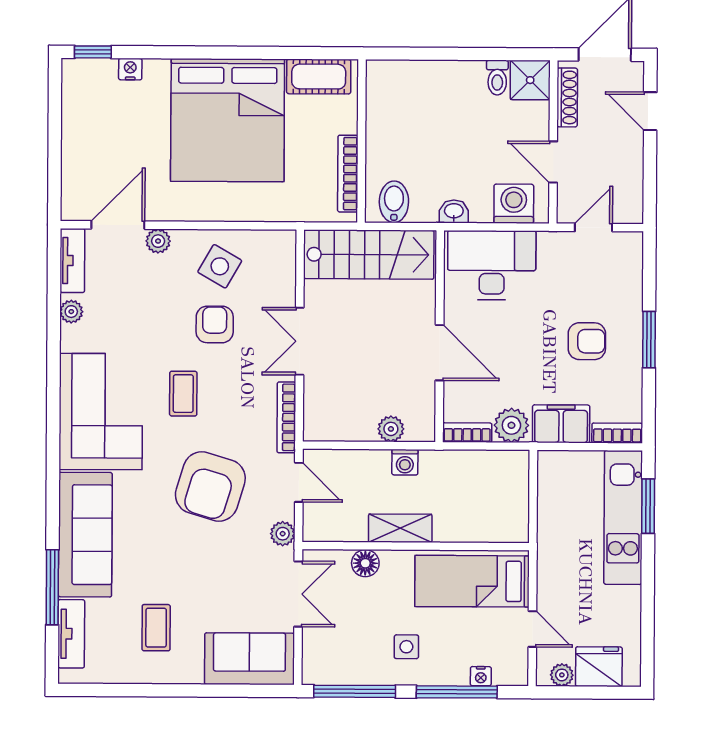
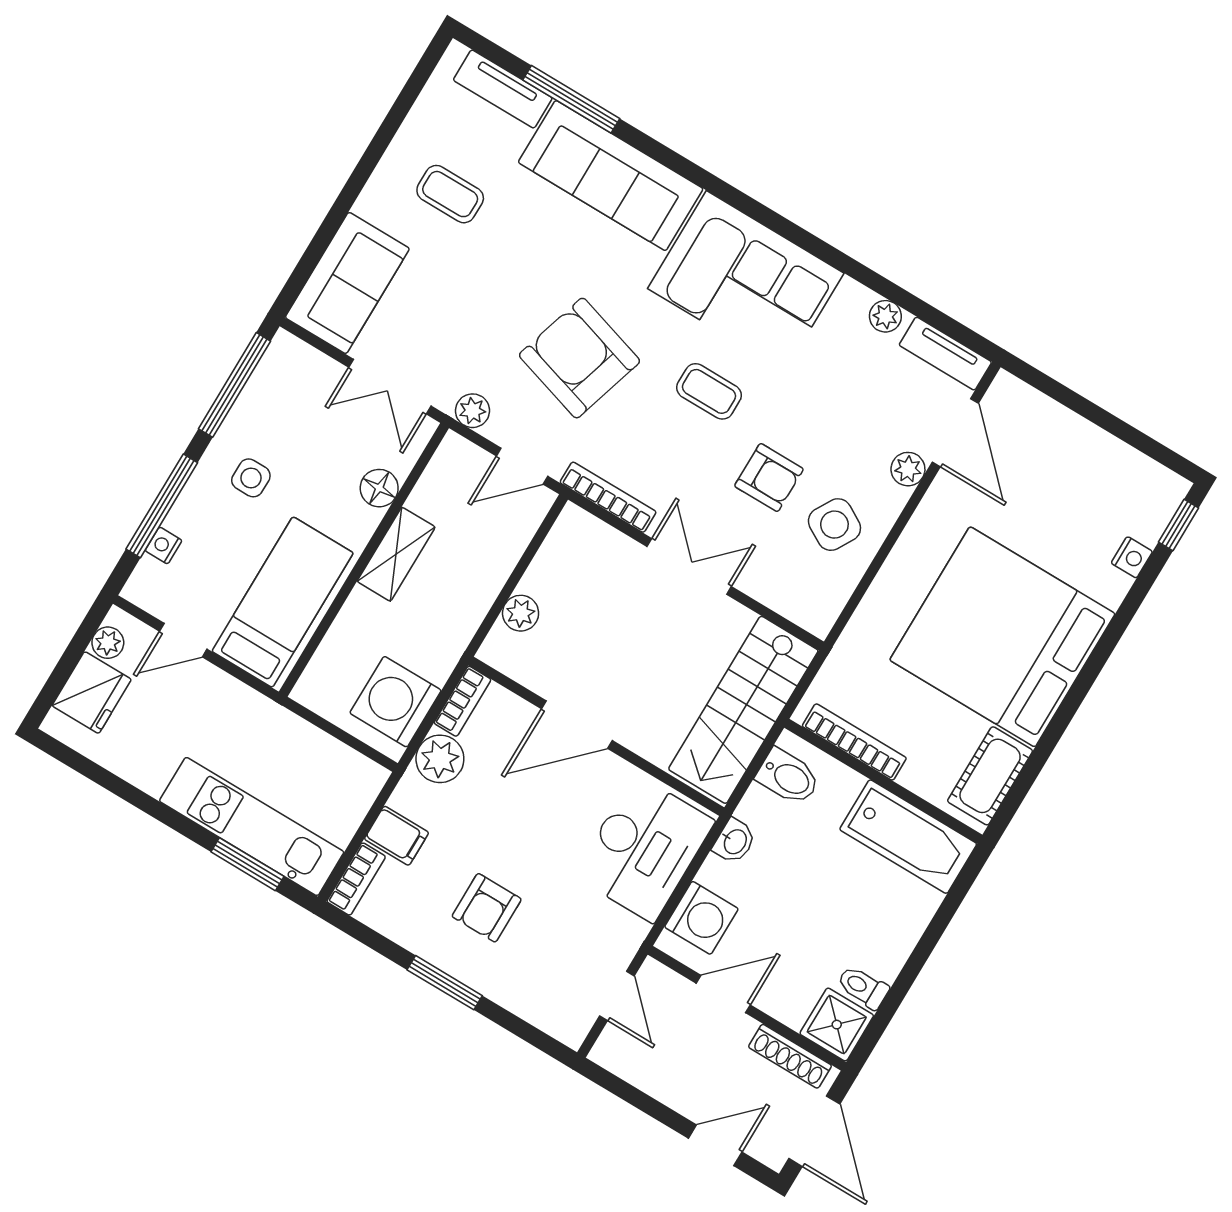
bathtub: (387, 105) -> (908, 837), added
filing cabinet: (561, 424) -> (396, 836), width x0.50
washing machine: (405, 462) -> (395, 702), moved, width x1.89, depth x1.89

